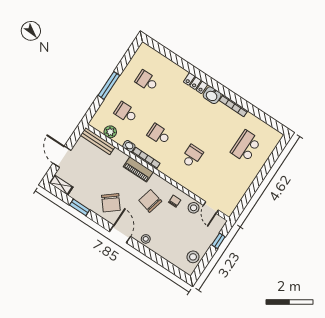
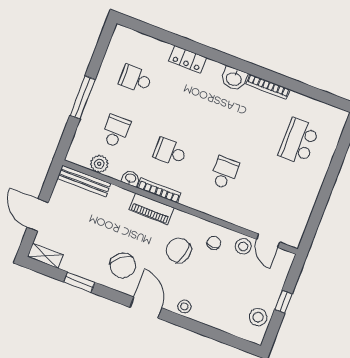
locker: (196, 83) -> (188, 59), moved
school desk: (126, 113) -> (116, 131), turned 90
window: (218, 241) -> (283, 302), moved

